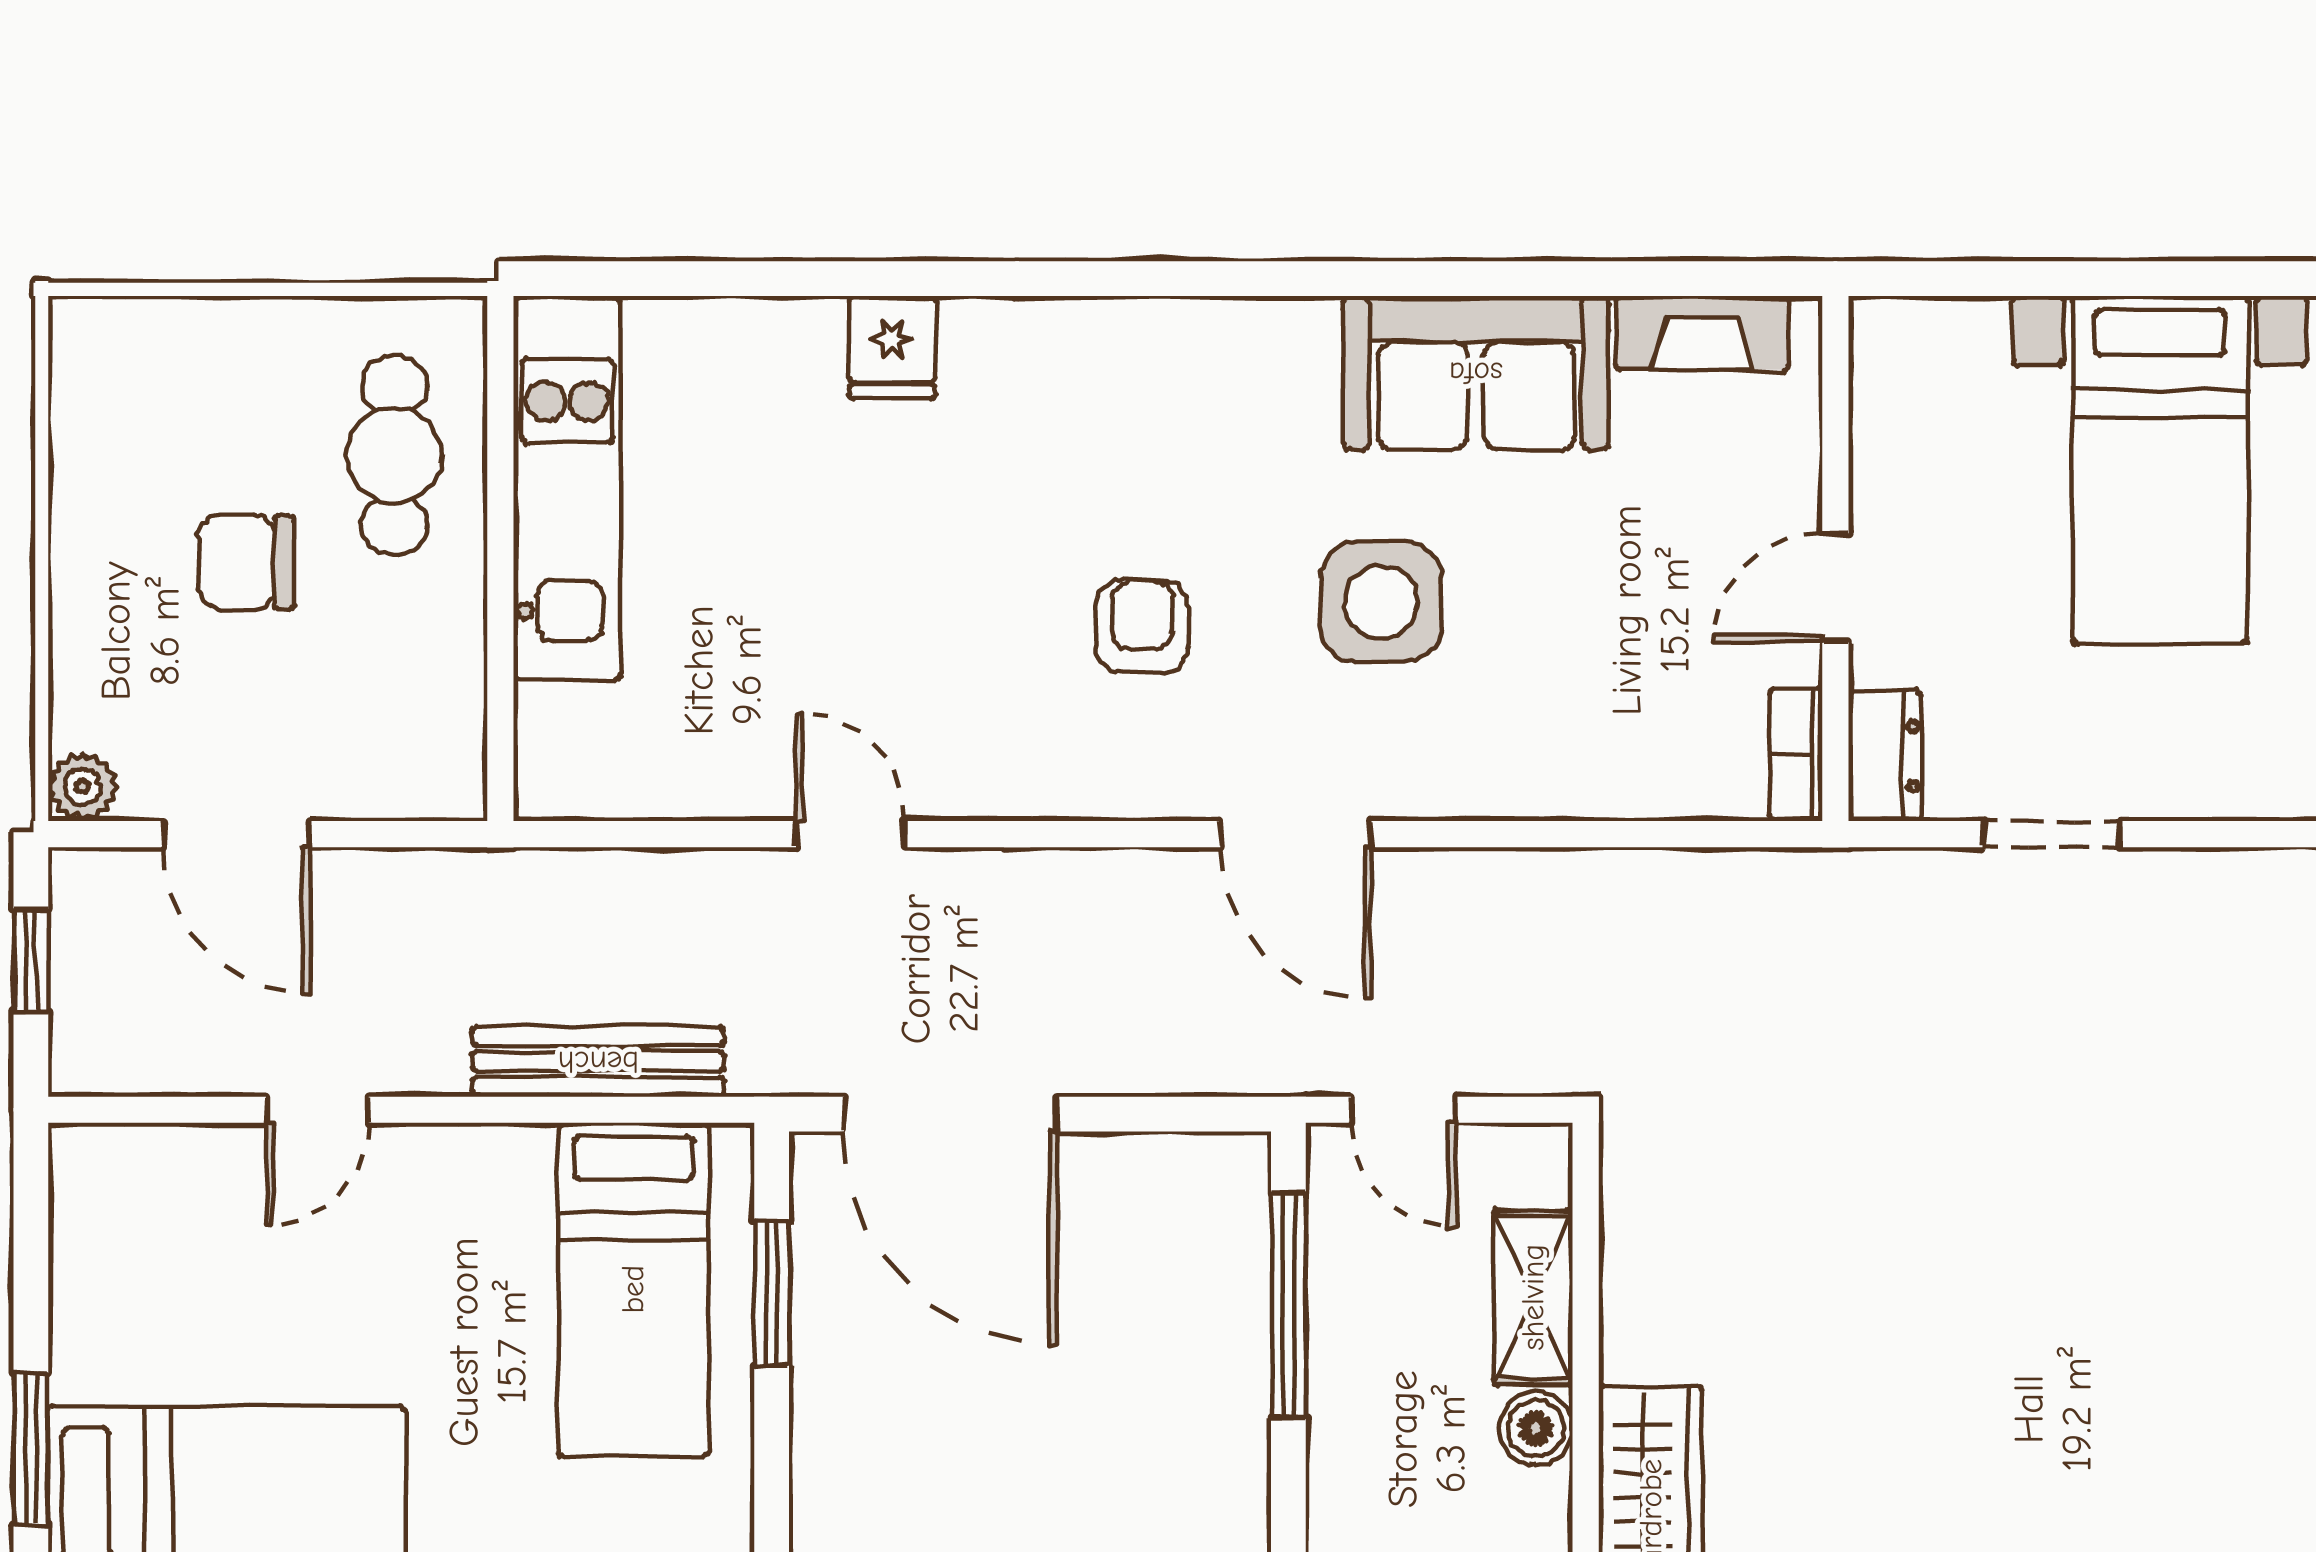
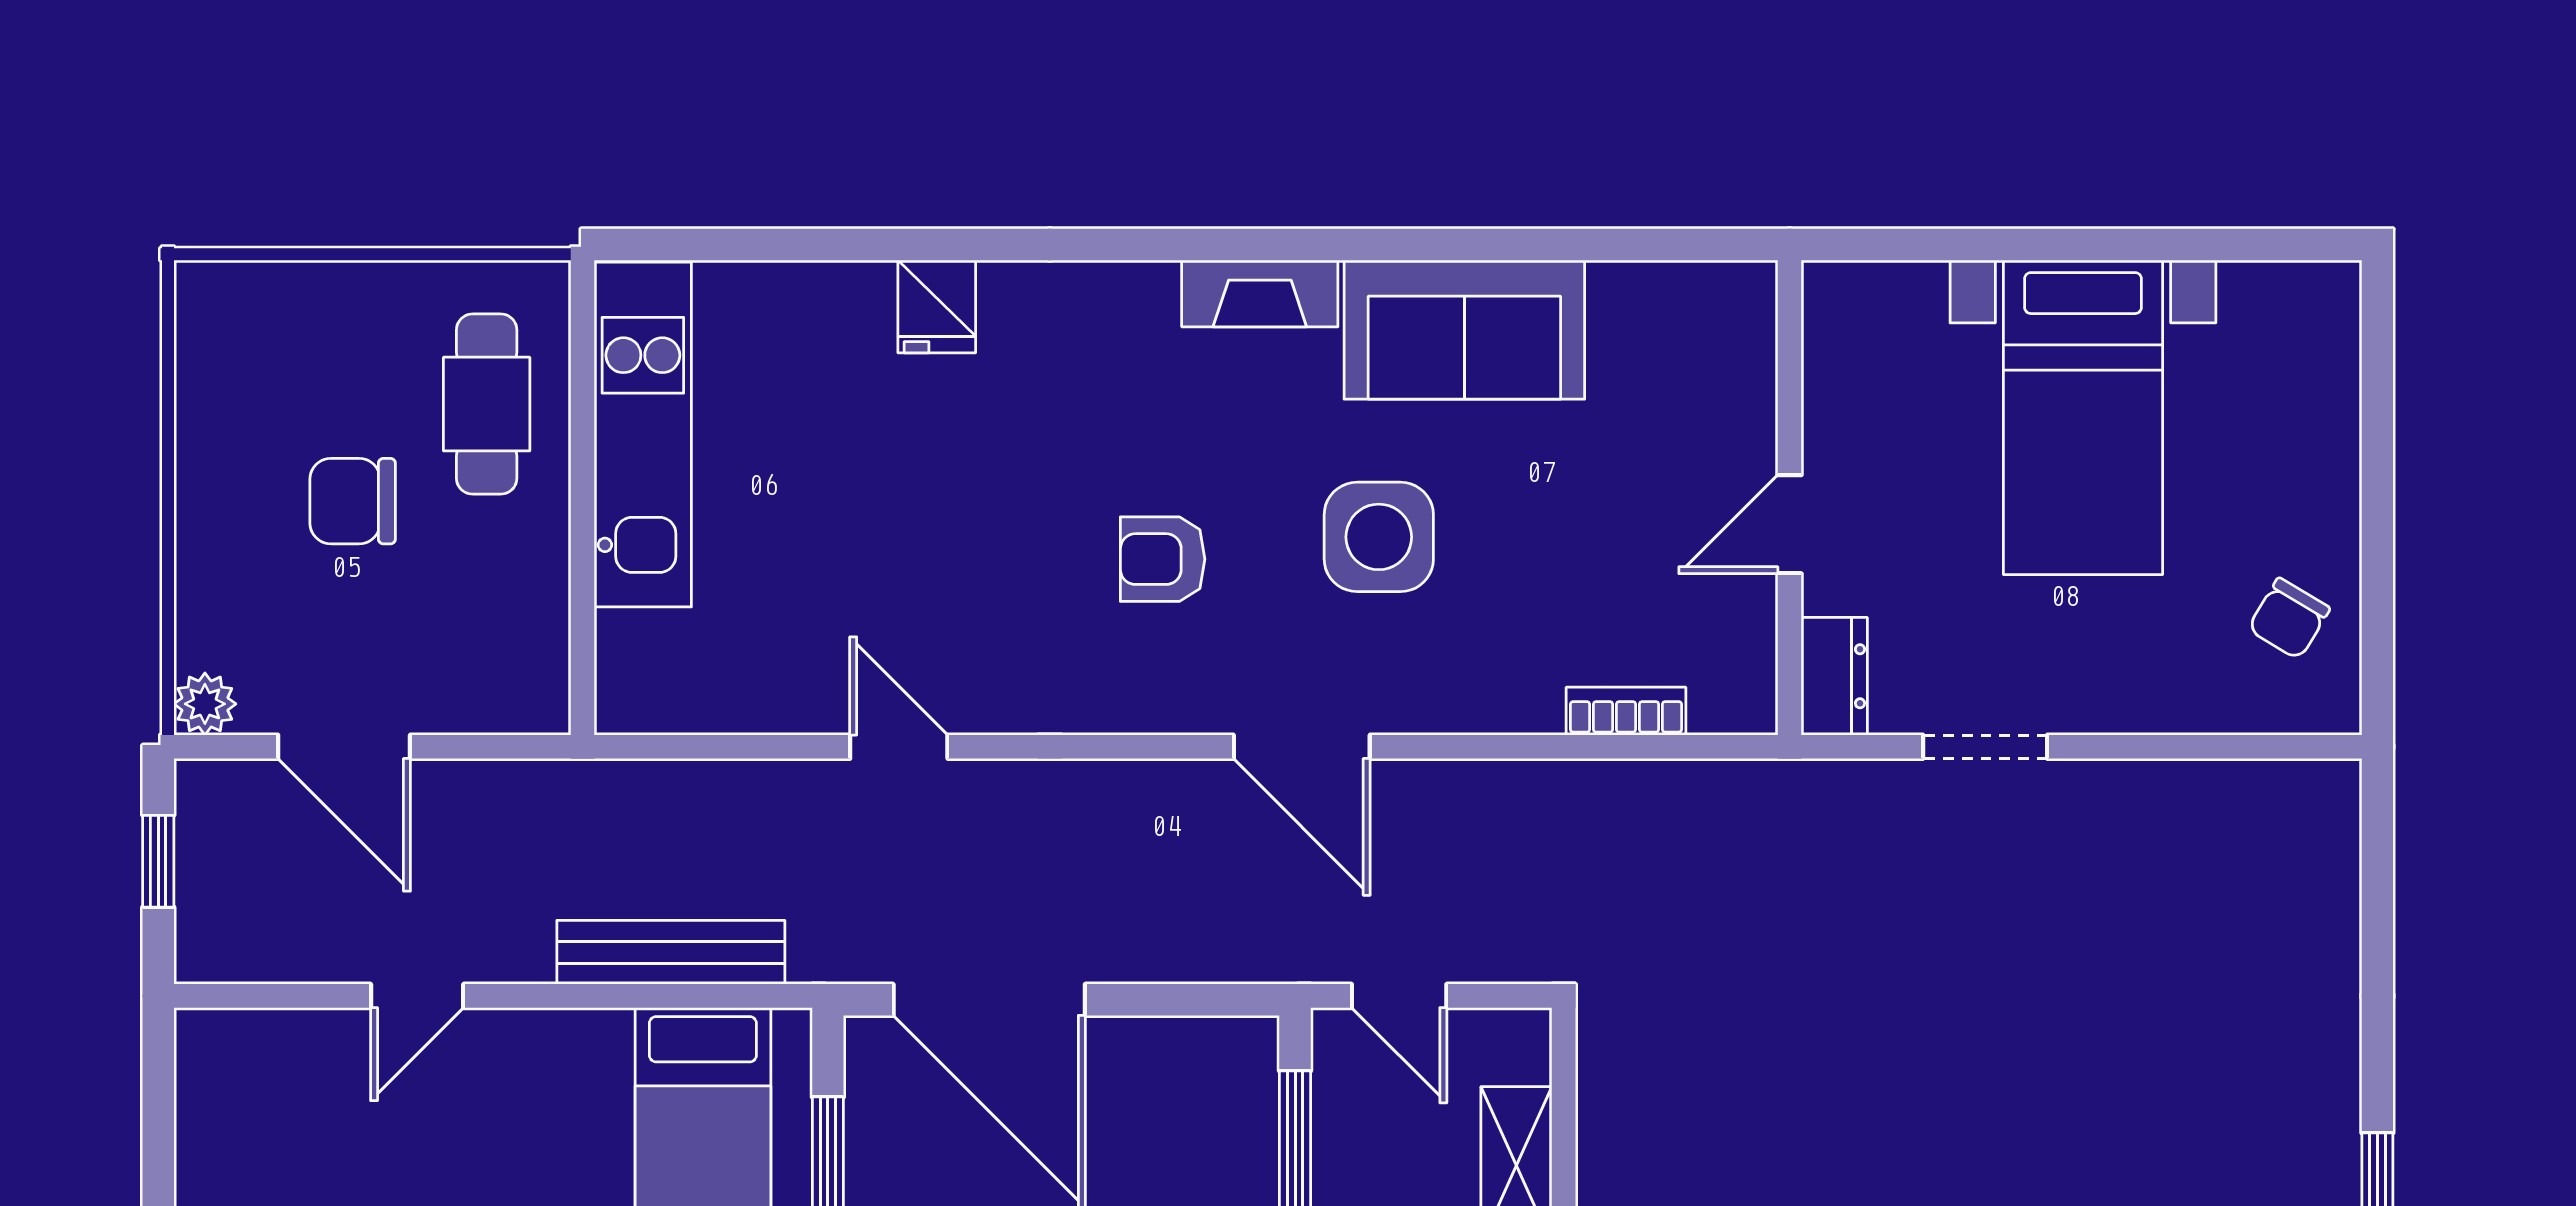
fireplace: (1702, 333) -> (1260, 293), moved
armchair: (1142, 627) -> (1163, 559), turned -90
bookcase: (1796, 754) -> (1626, 711), moved, turned 90

